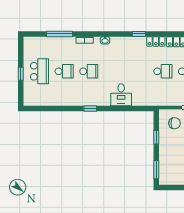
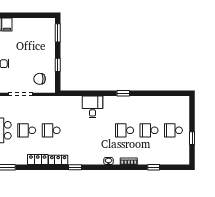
window: (60, 34) -> (154, 167), width x0.46
school desk: (39, 71) -> (174, 130), width x0.54
window: (21, 74) -> (192, 138), moved

